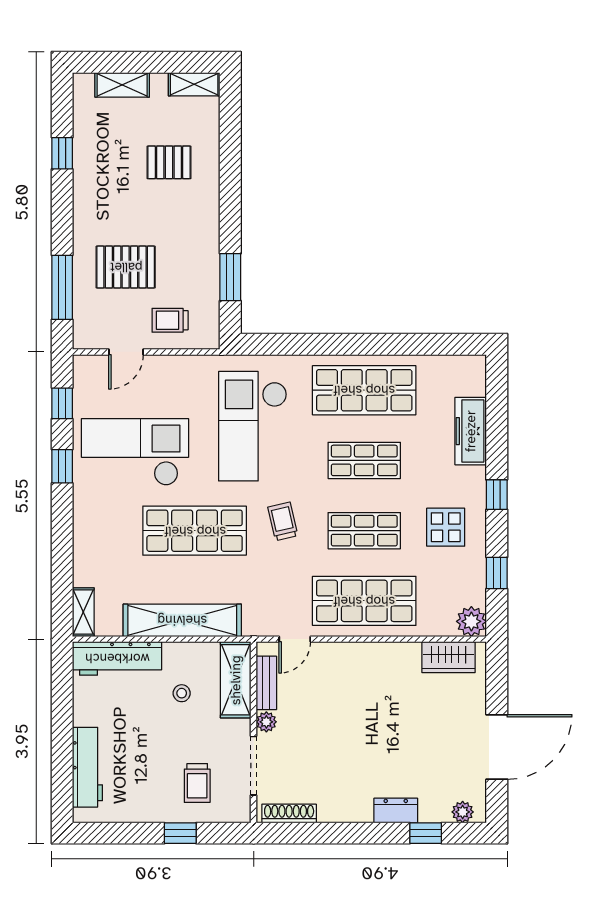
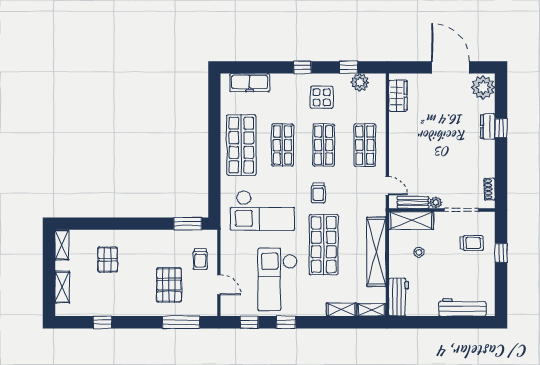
window: (230, 277) -> (188, 224), moved
freezer: (471, 431) -> (250, 83), moved
trolley: (283, 521) -> (318, 193), turned -77
shelving: (84, 561) -> (341, 310), added
shop shelf: (364, 601) -> (365, 145), width x0.70, depth x0.74
plant: (471, 621) -> (360, 82), moved
workbench: (117, 658) -> (399, 297), width x0.73
plant: (463, 812) -> (483, 87), width x1.88, depth x1.88
shoe rack: (289, 813) -> (490, 189), width x0.70
window: (426, 833) -> (501, 128), moved

